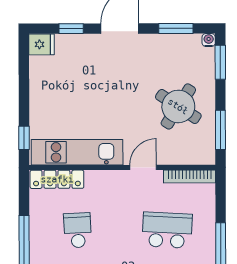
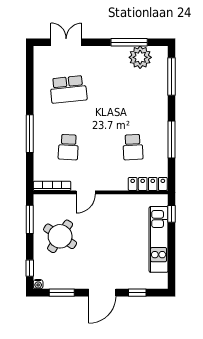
fridge: (42, 44) -> (159, 281), removed
window: (220, 62) -> (30, 268), width x0.67
kitchen unit: (77, 152) -> (159, 239), moved, turned 90
school desk: (167, 230) -> (68, 147), width x0.54

